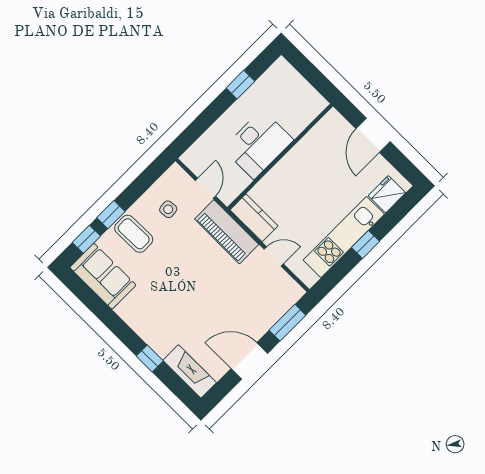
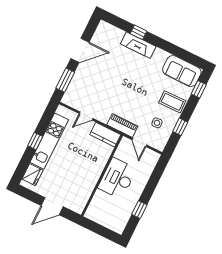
door: (373, 135) -> (52, 206), swing flipped
window: (111, 215) -> (180, 127), moved
piano: (227, 232) -> (122, 125), width x0.73, depth x0.75
fireplace: (190, 371) -> (138, 45), moved

